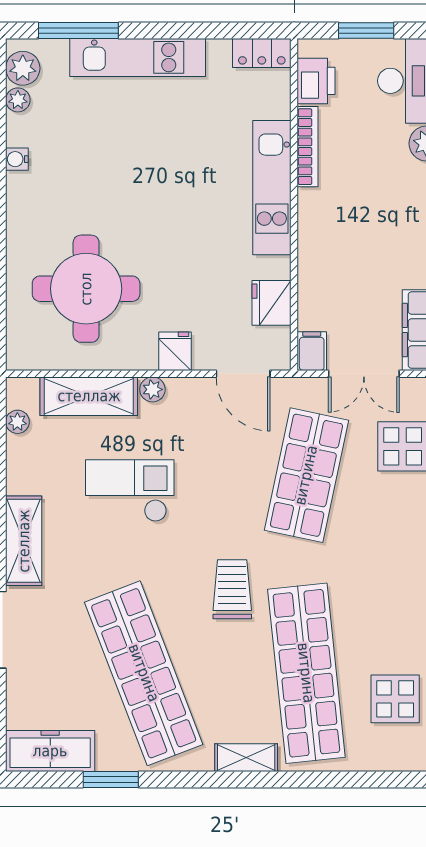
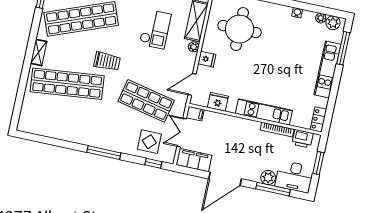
display table: (395, 699) -> (49, 117), removed

